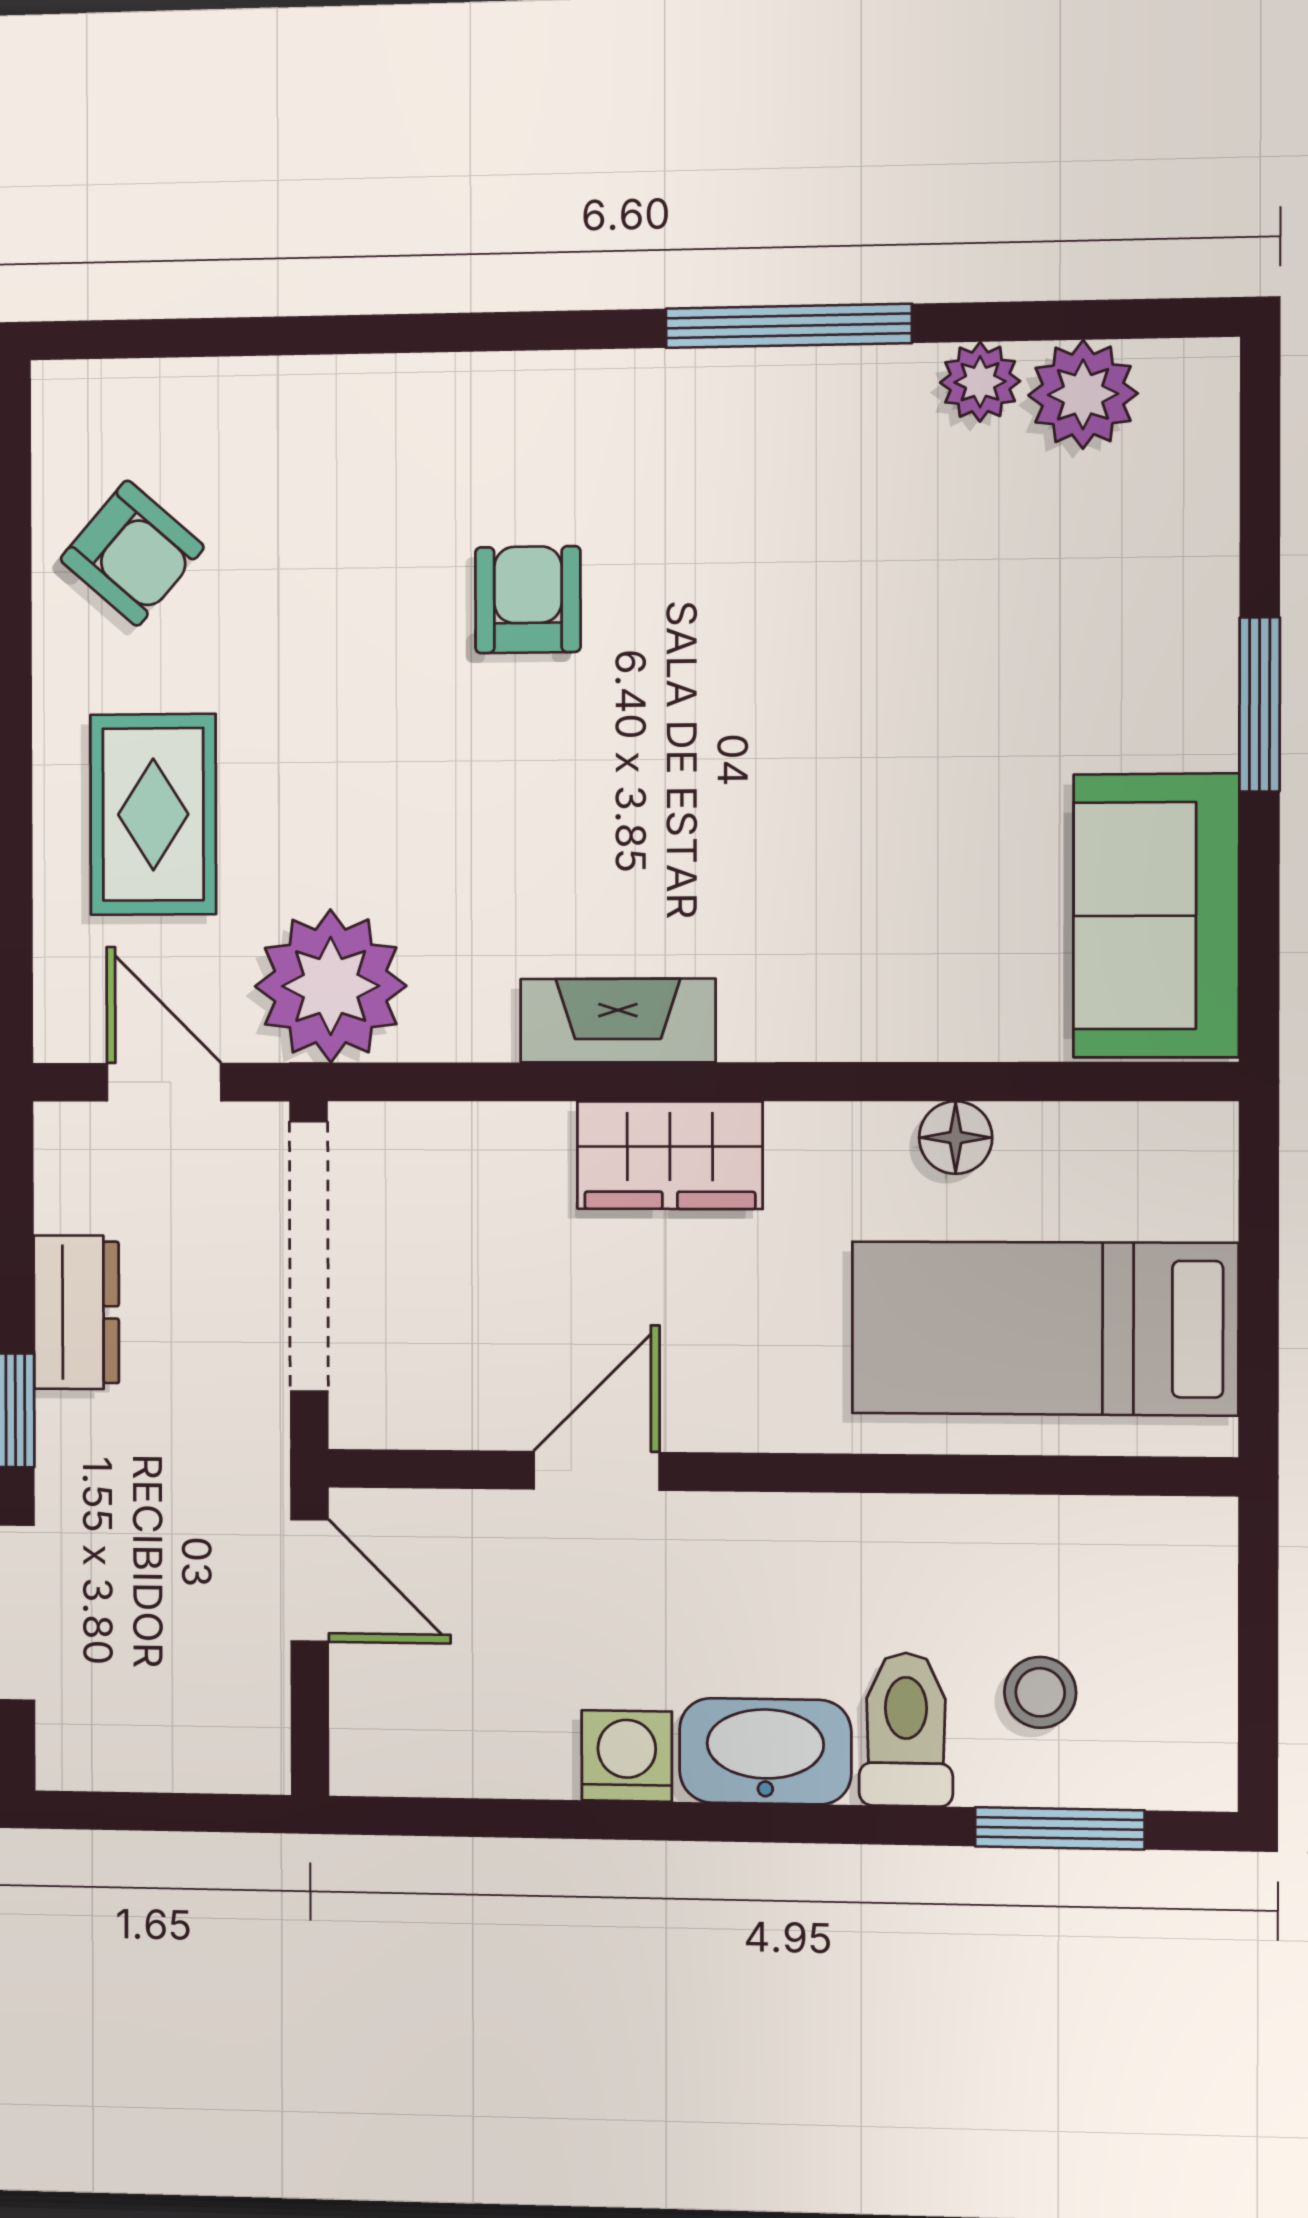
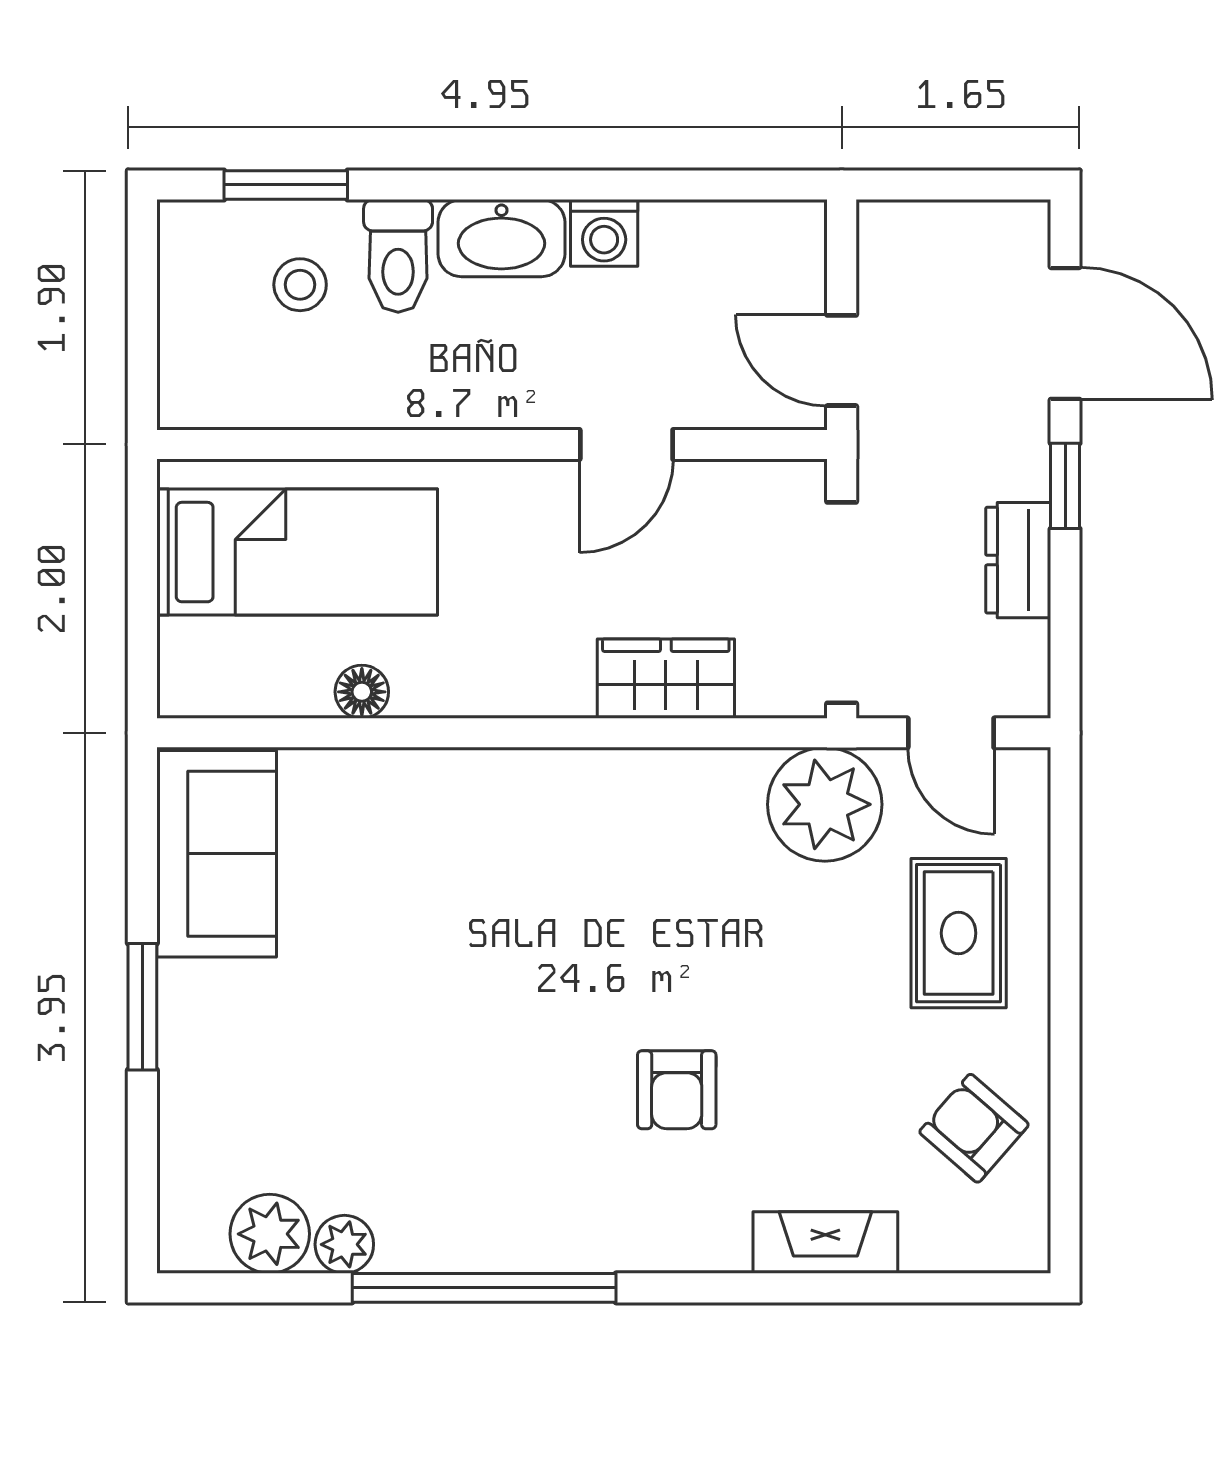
window: (789, 326) -> (484, 1288), width x1.46
fireplace: (618, 1021) -> (825, 1243), moved, turned 180
wardrobe: (670, 1155) -> (666, 679), moved

